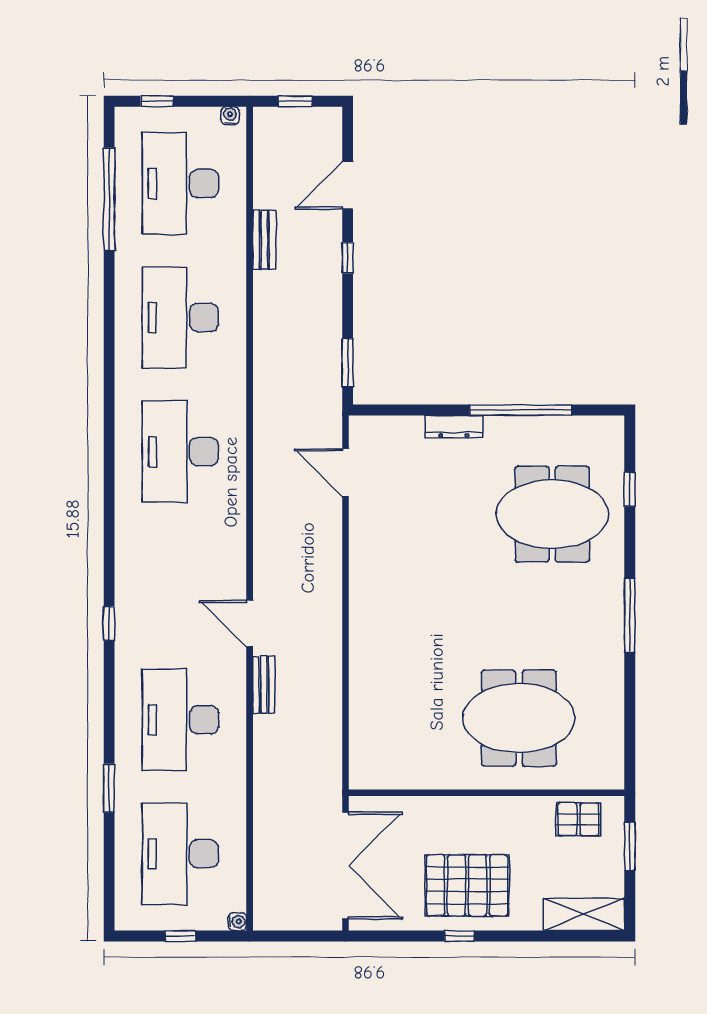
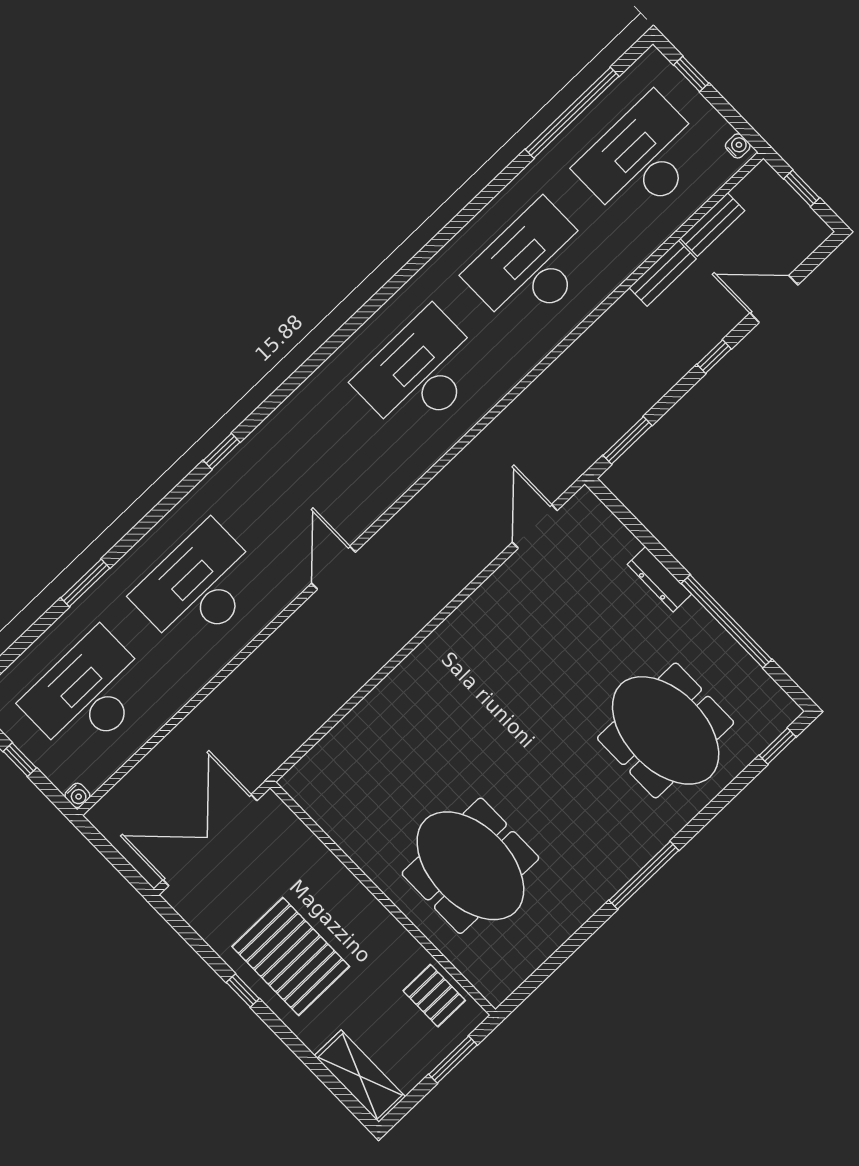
window: (630, 489) -> (778, 746), moved
bench: (264, 685) -> (712, 225), moved
double door: (345, 866) -> (210, 840), swing flipped

